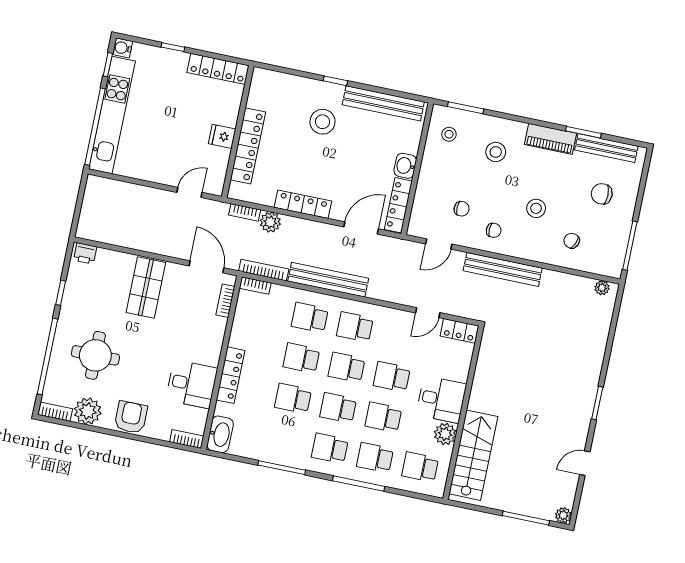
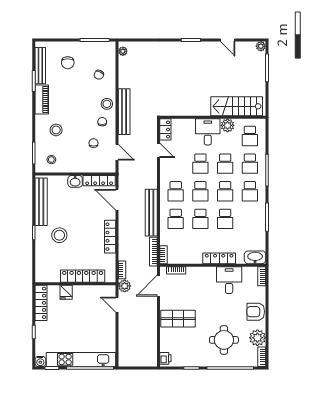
fridge: (222, 136) -> (66, 292), moved
stool: (536, 208) -> (107, 104), moved
plant: (270, 222) -> (125, 286), moved

